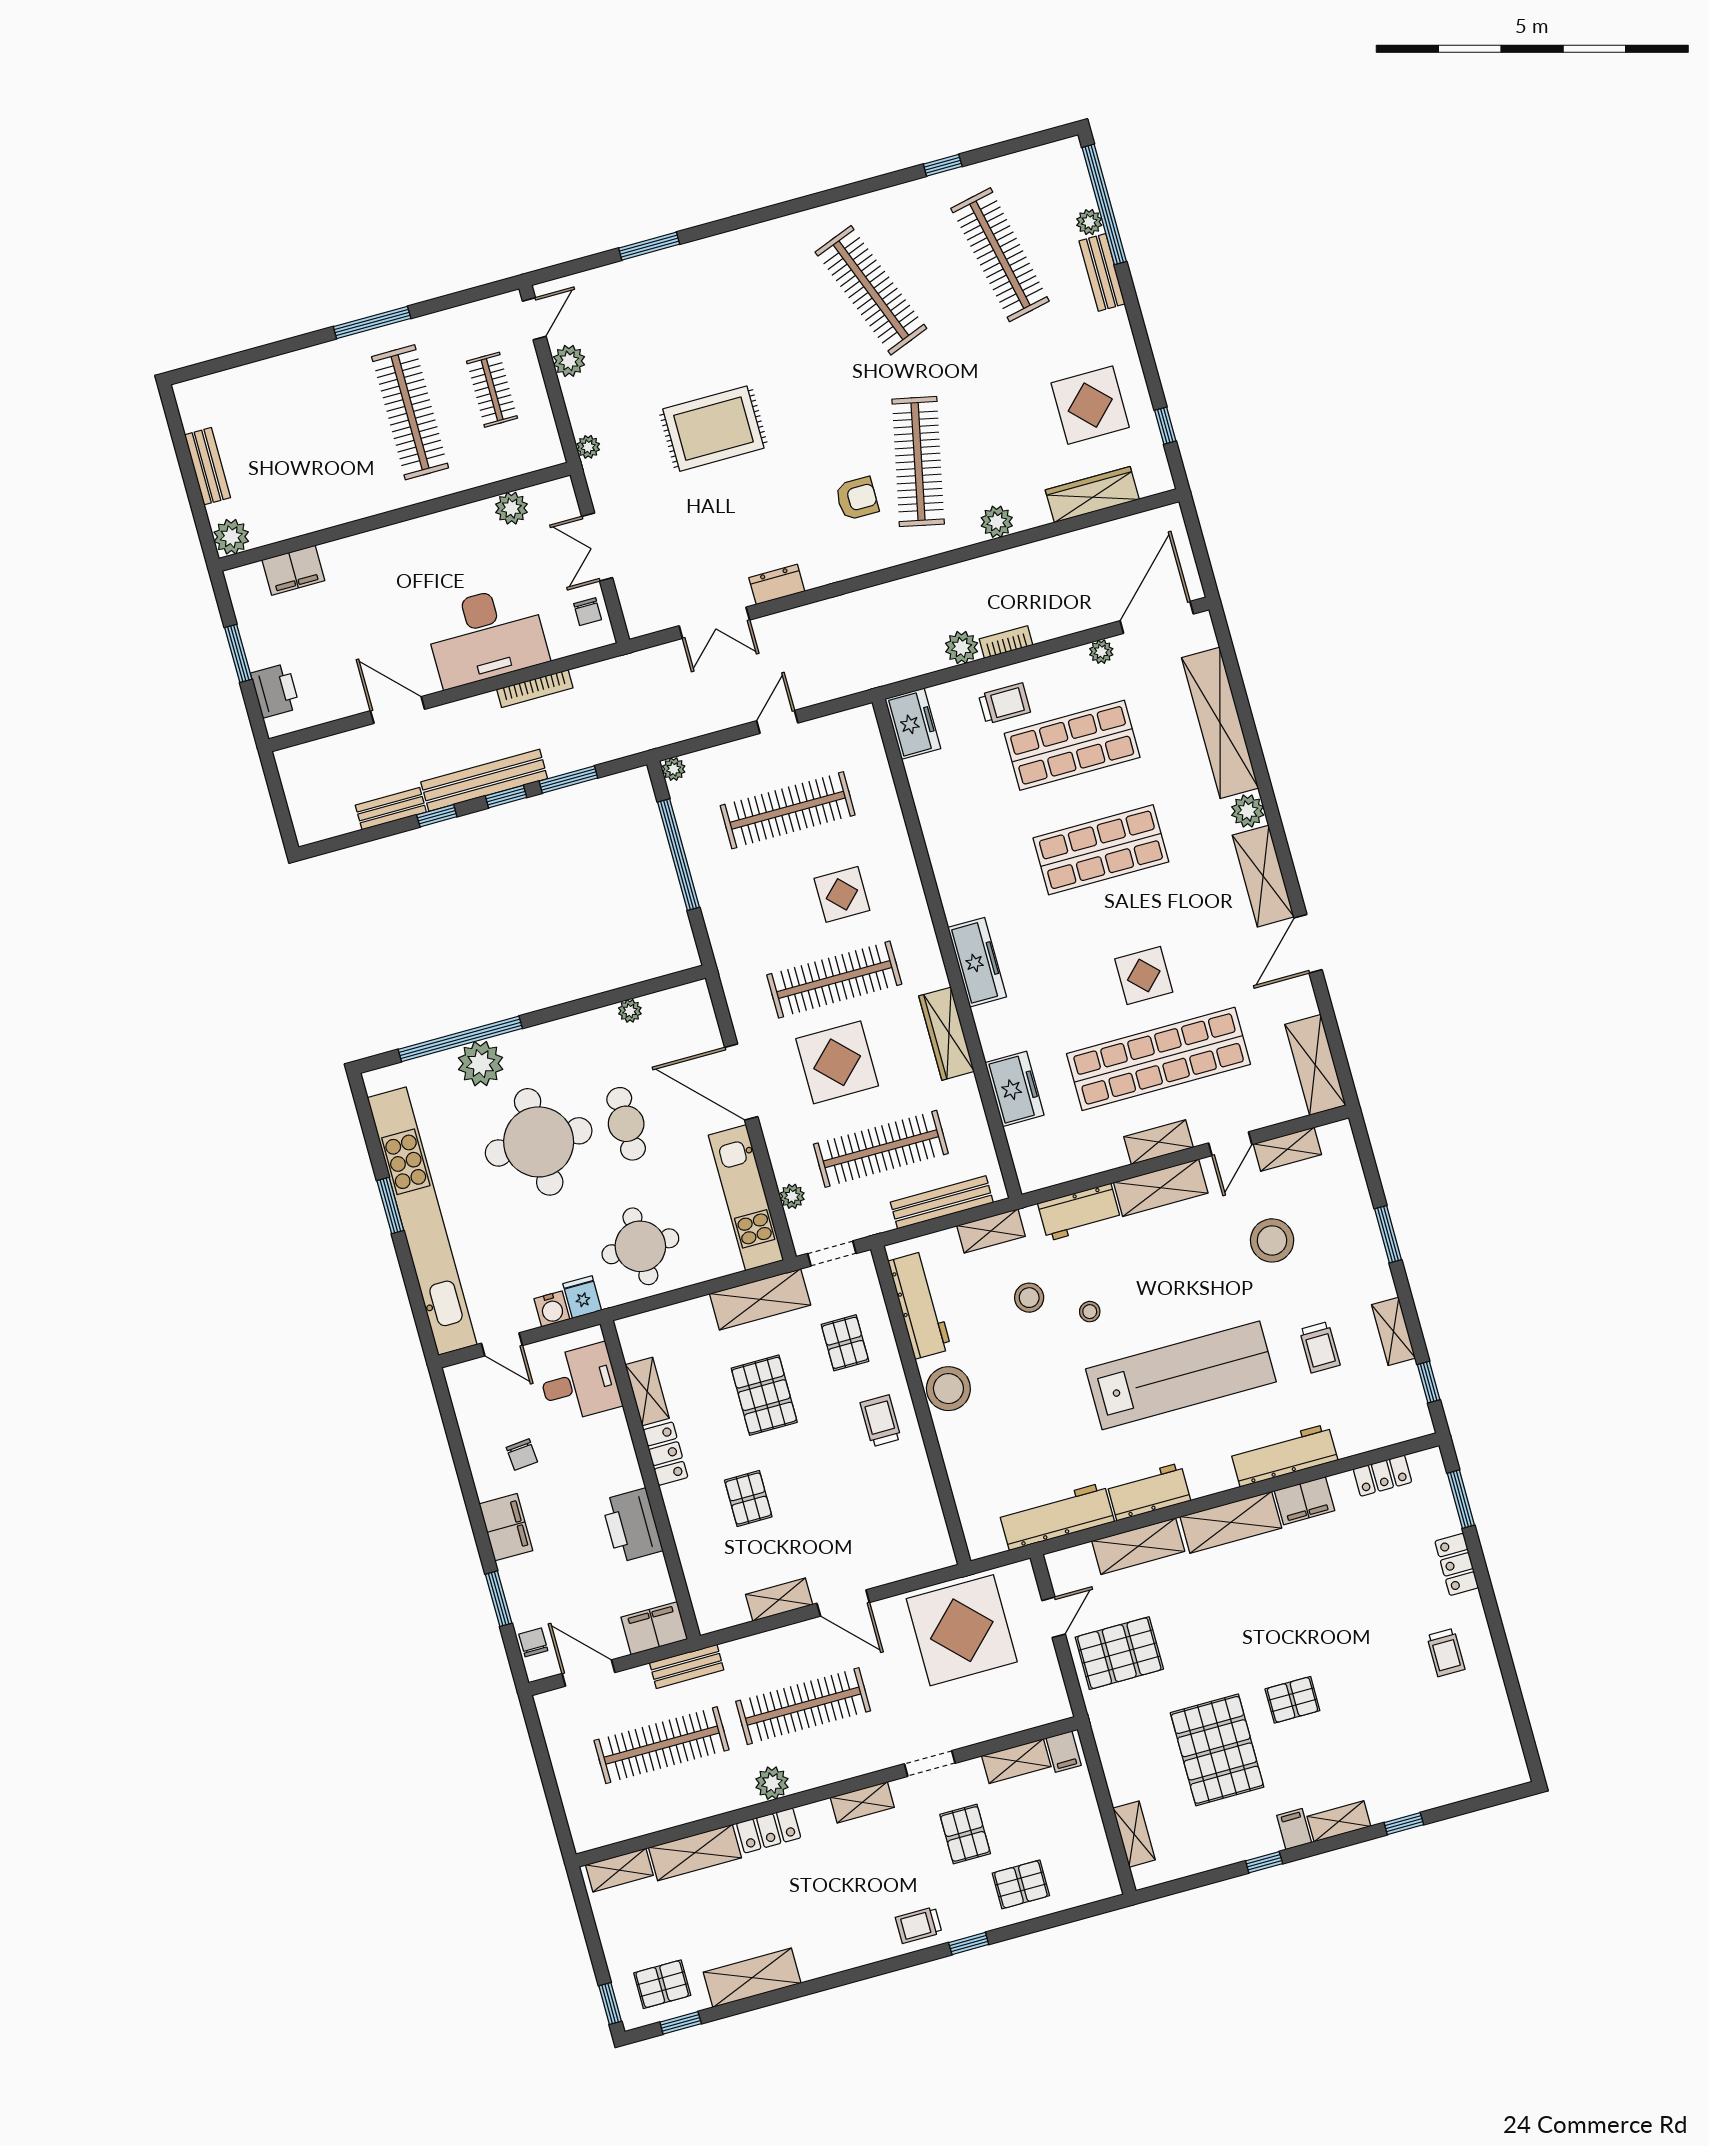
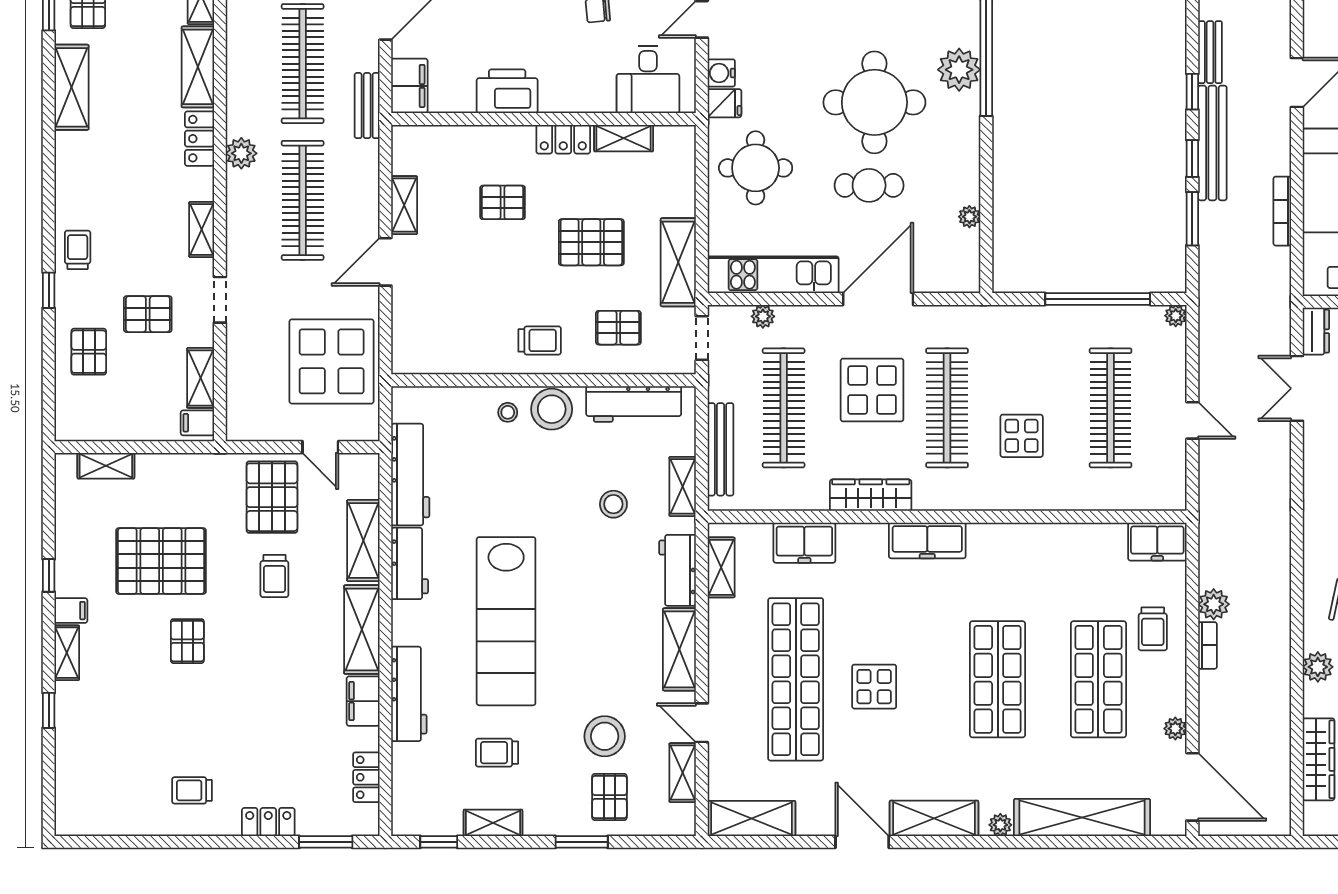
dresser: (777, 584) -> (1316, 331), moved
plant: (1248, 811) -> (1000, 825), width x0.73, depth x0.73
shelving: (1159, 1142) -> (721, 567), moved
pallet: (1334, 1218) -> (609, 797), added
stool: (1090, 1312) -> (508, 412), moved
trolley: (1200, 1628) -> (274, 576), added

